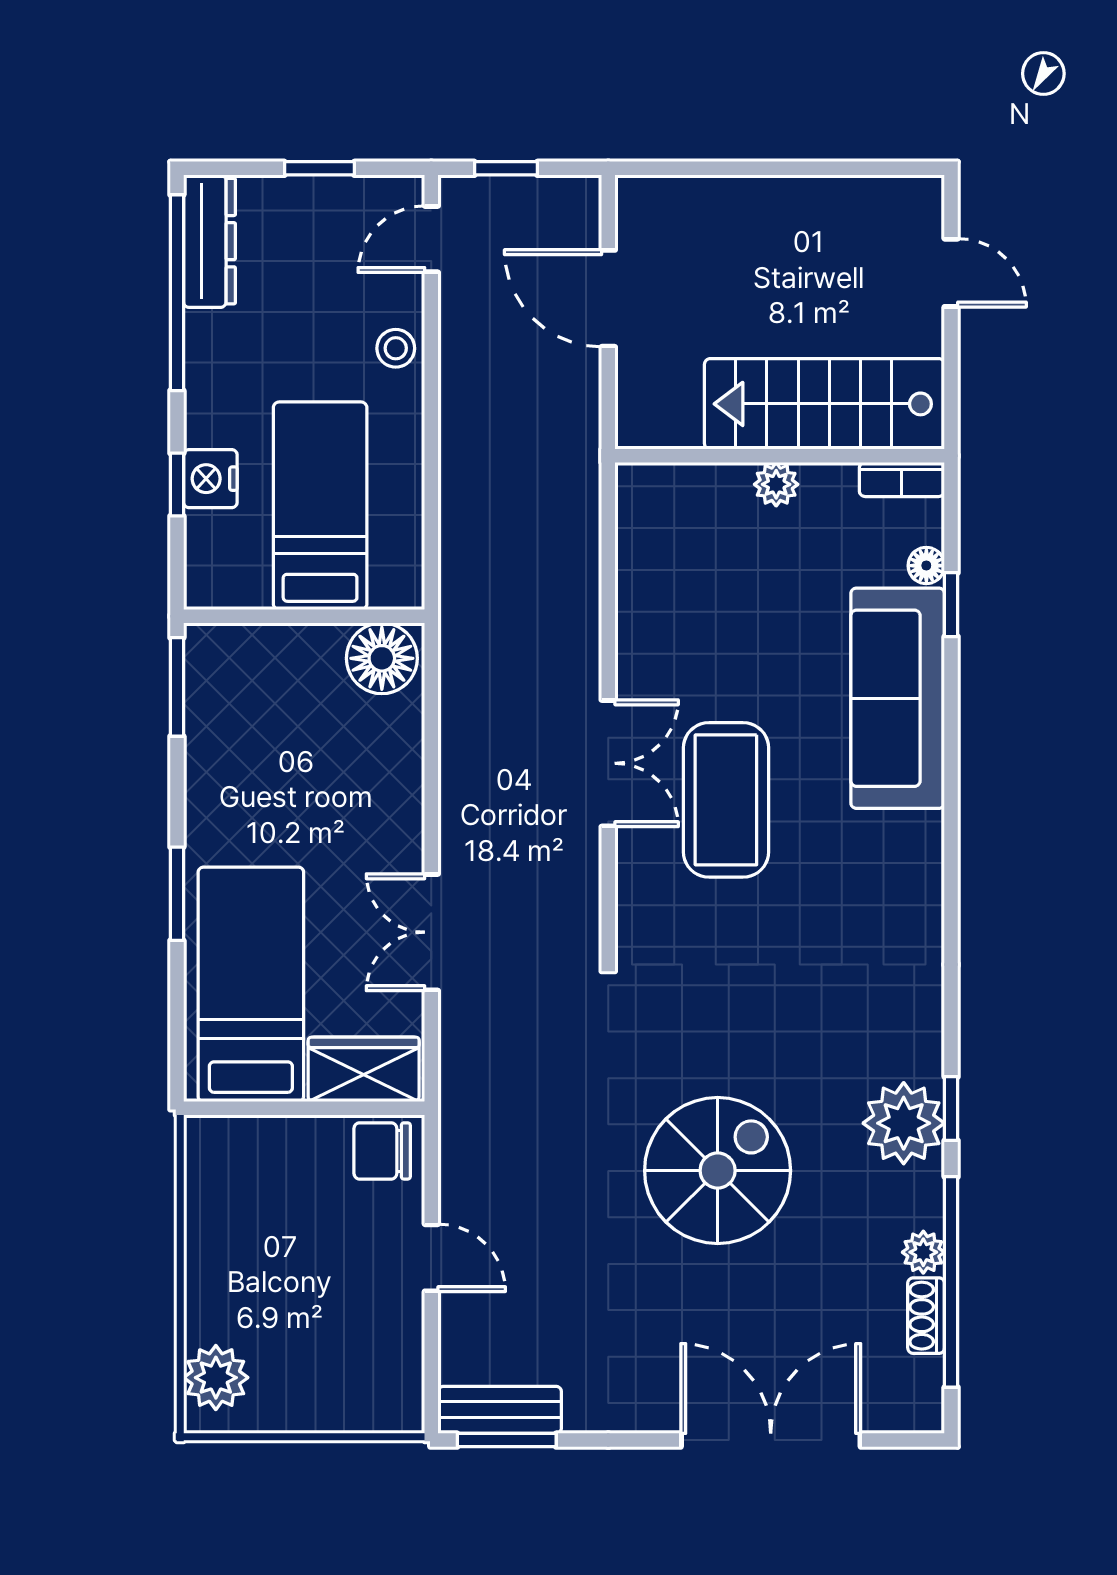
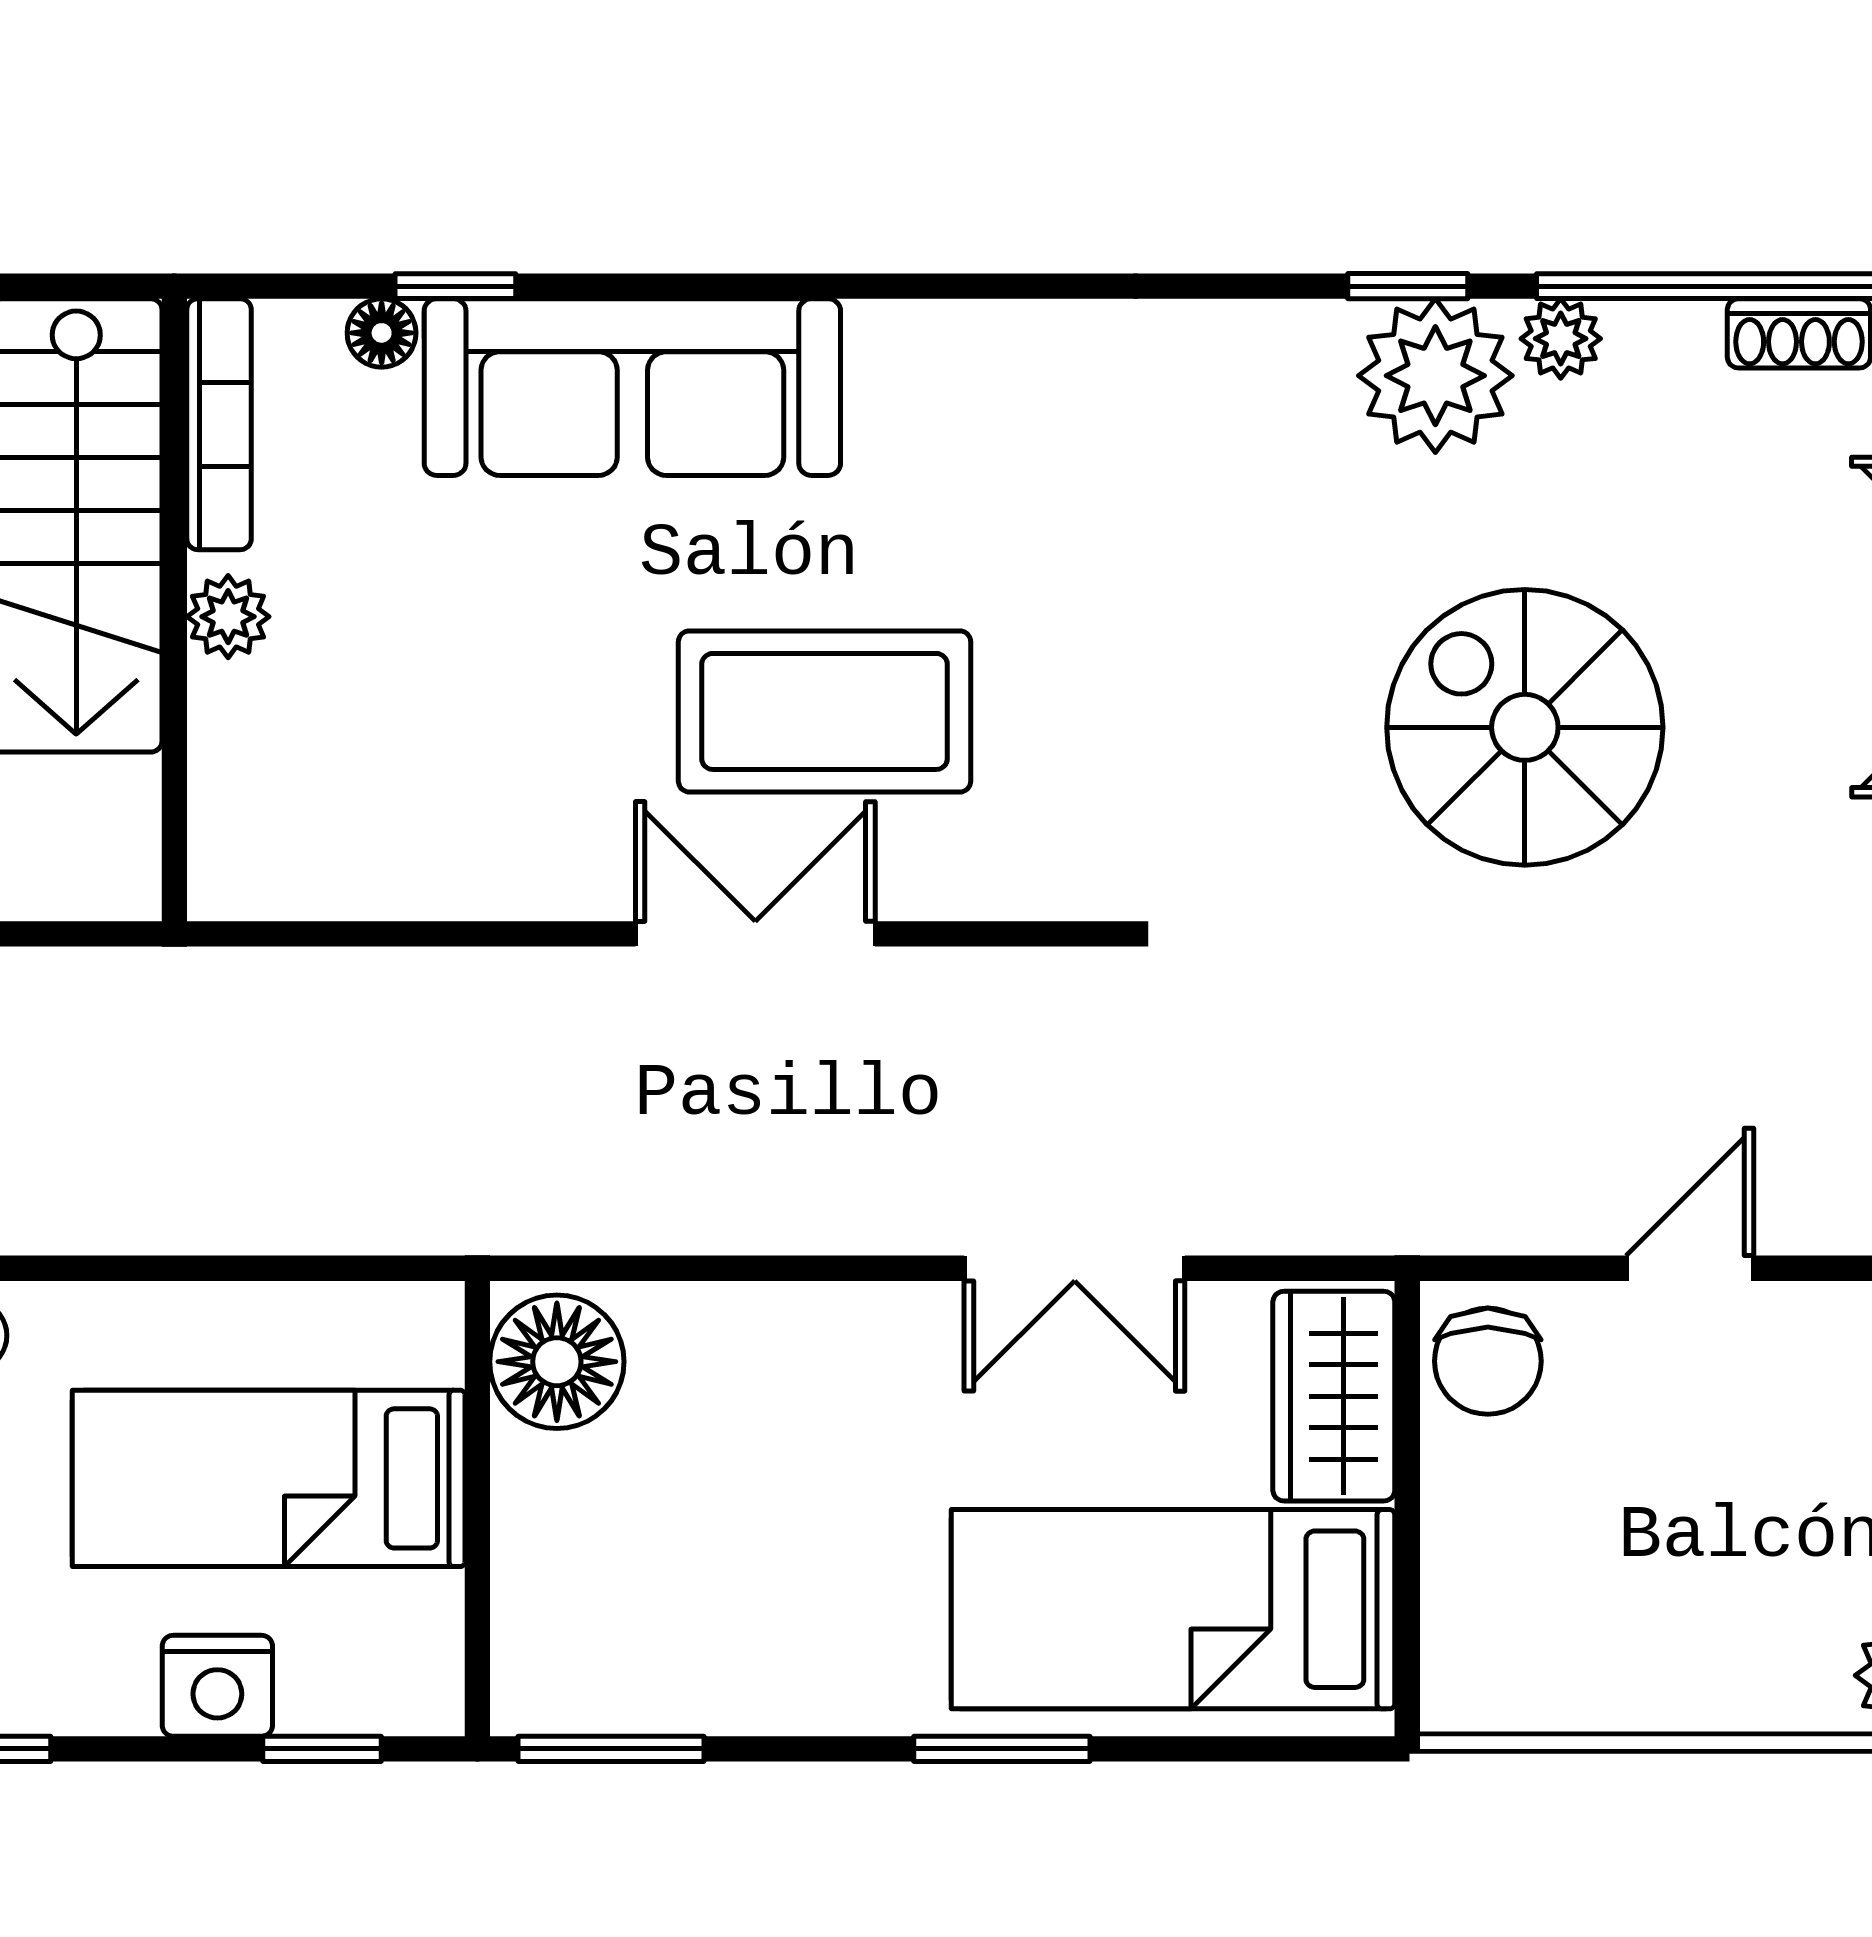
bookcase: (902, 479) -> (219, 424), width x1.56
window: (177, 485) -> (322, 1749), moved
plant: (923, 1252) -> (1561, 339), moved

